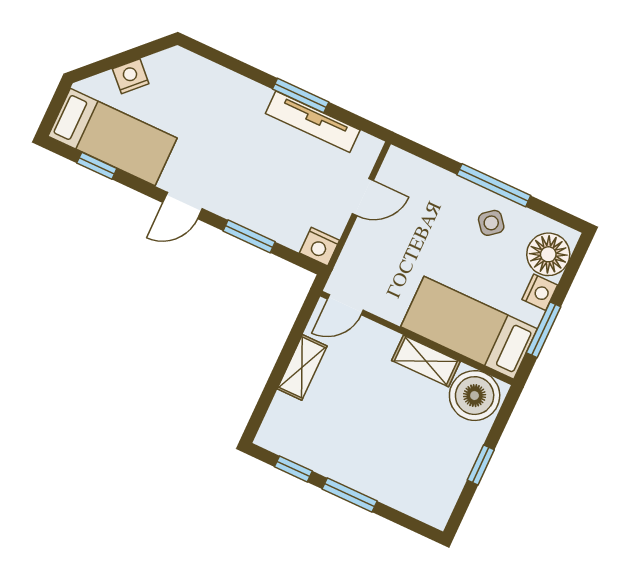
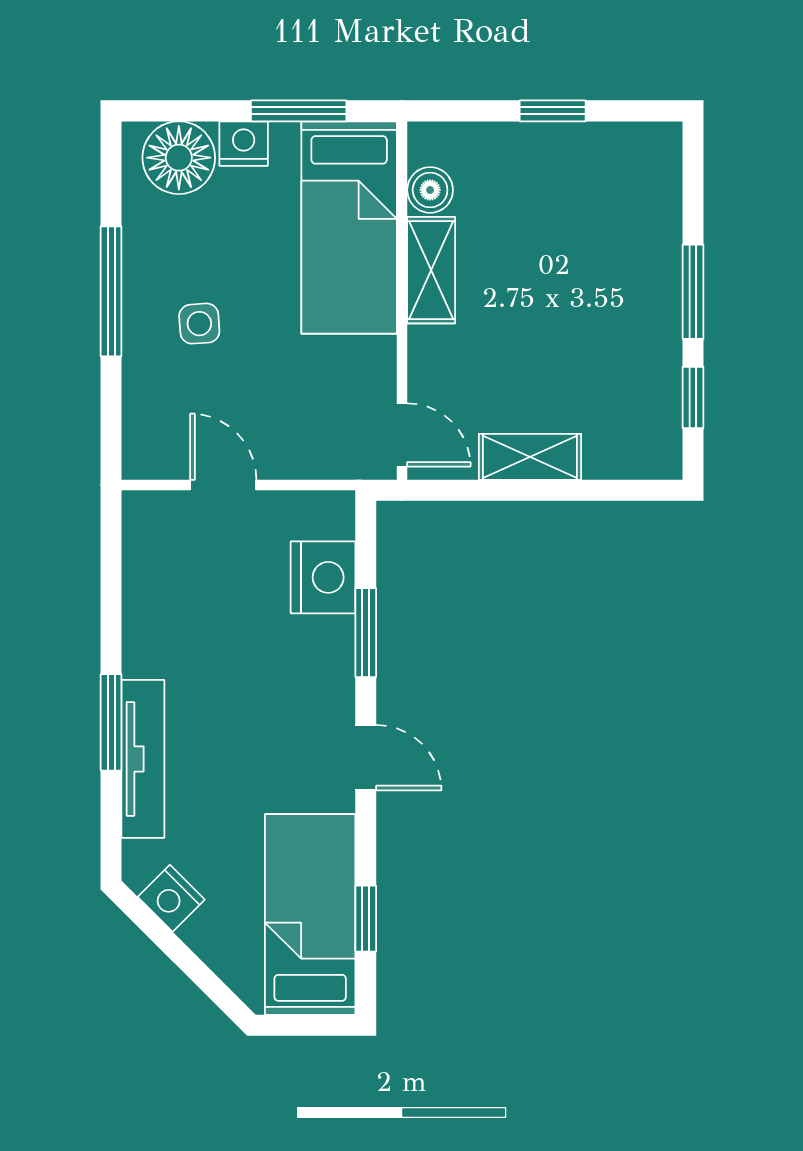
nightstand: (131, 76) -> (171, 898), moved
window: (301, 96) -> (111, 722), moved
tv unit: (313, 122) -> (143, 759), moved
side table: (491, 223) -> (199, 324), moved, turned 35
nightstand: (319, 247) -> (323, 577), moved, width x1.36, depth x1.33
boiler: (475, 396) -> (430, 190), width x0.54, depth x0.54

